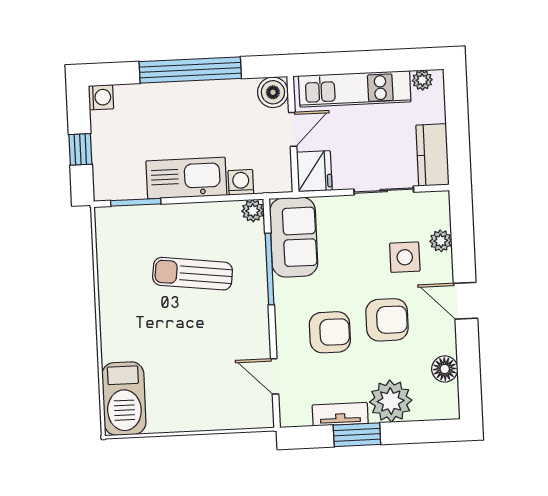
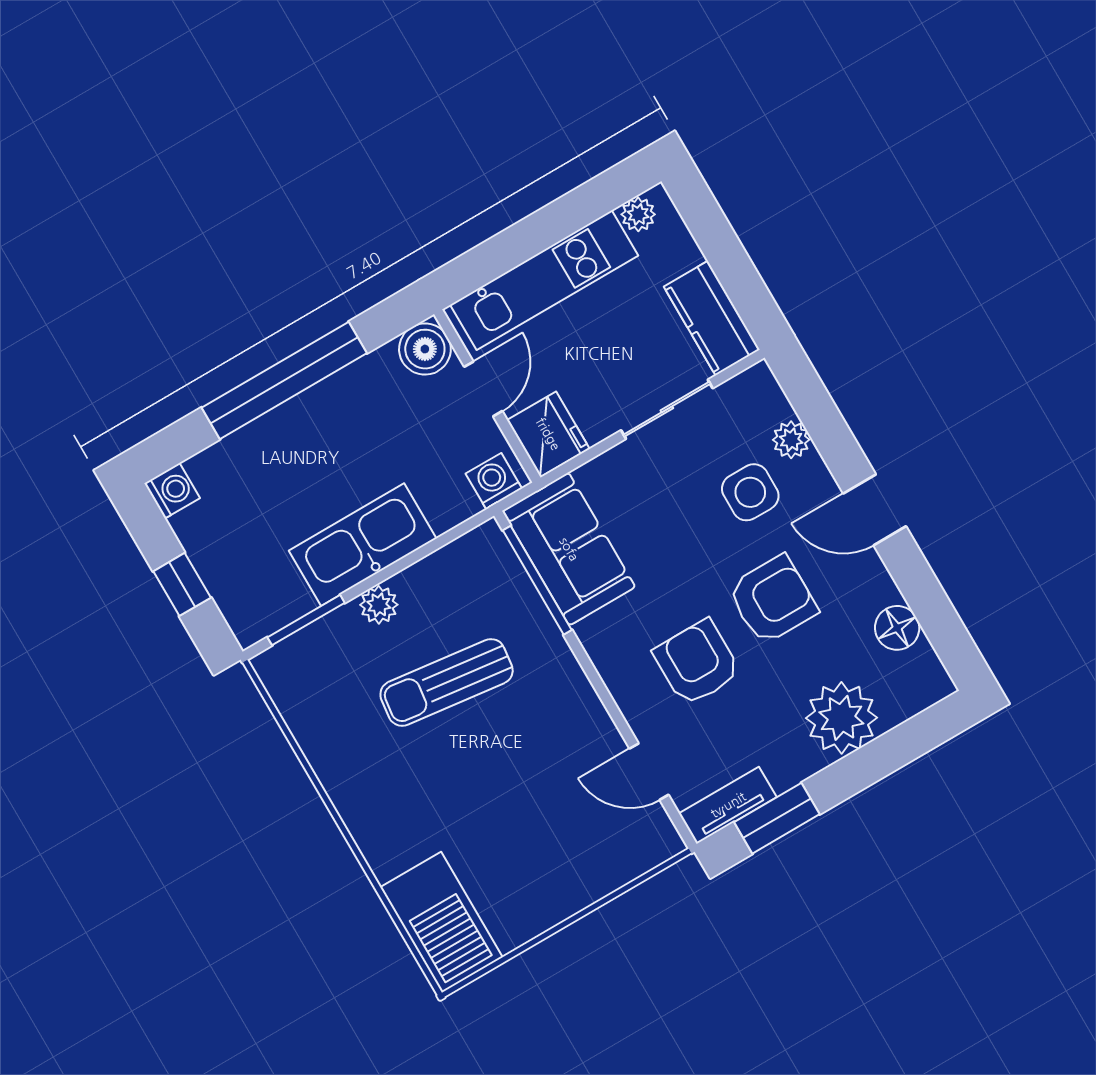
washing machine: (241, 182) -> (494, 481), moved
plant: (253, 211) -> (379, 605), moved
window: (270, 269) -> (537, 580), moved
armchair: (330, 332) -> (697, 663), turned -90
tv unit: (340, 414) -> (728, 805), moved
window: (357, 435) -> (777, 818), moved

